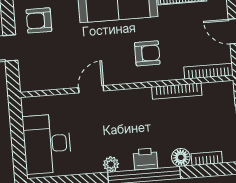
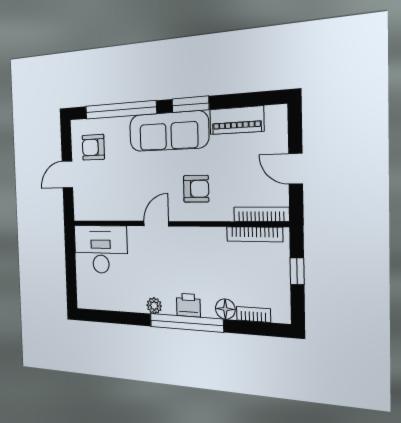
door: (91, 89) -> (156, 224), moved
bookcase: (177, 91) -> (254, 234), moved
desk: (47, 144) -> (101, 249), moved, turned 90

